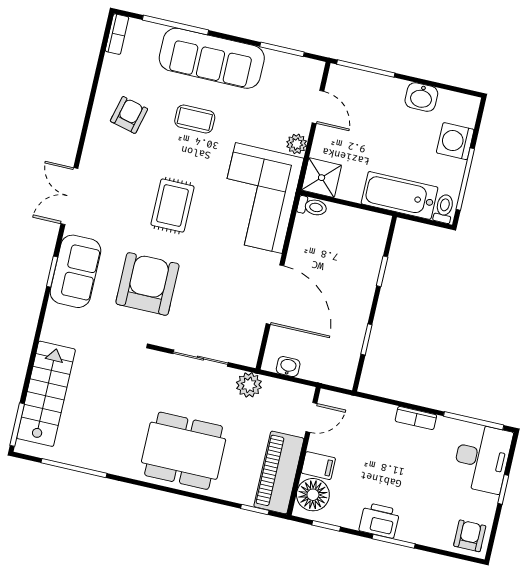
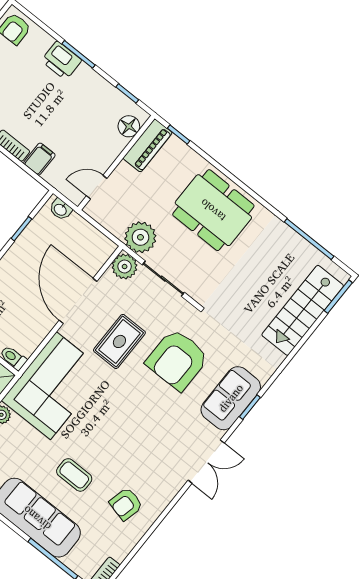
rug: (172, 206) -> (119, 341), moved
plant: (245, 352) -> (125, 267), added
washbasin: (288, 367) -> (61, 209), moved
plant: (249, 385) -> (140, 237), width x1.36, depth x1.36
filing cabinet: (318, 466) -> (39, 159), moved, turned 90
piano: (279, 472) -> (148, 145), width x0.73, depth x0.75
floor lamp: (313, 495) -> (129, 126), width x0.73, depth x0.73
printer: (379, 520) -> (61, 60), moved

